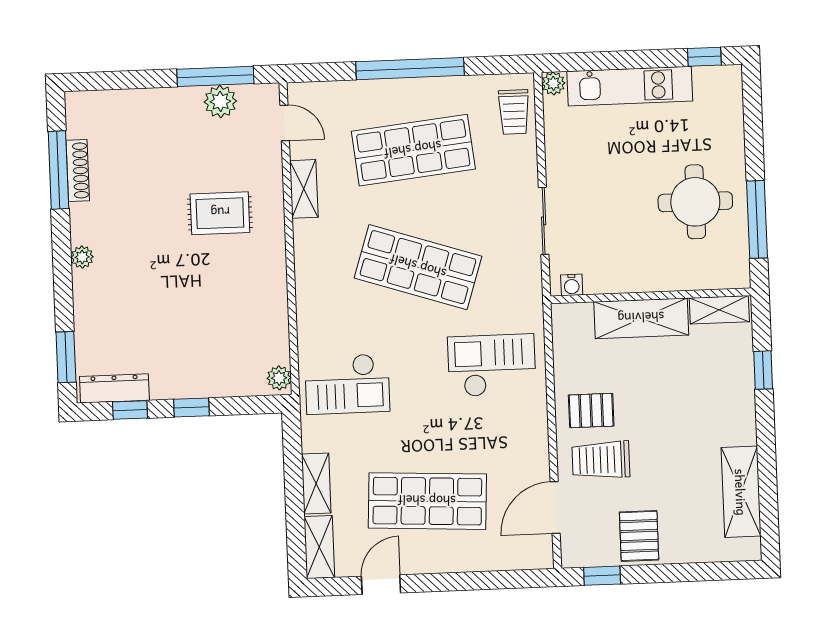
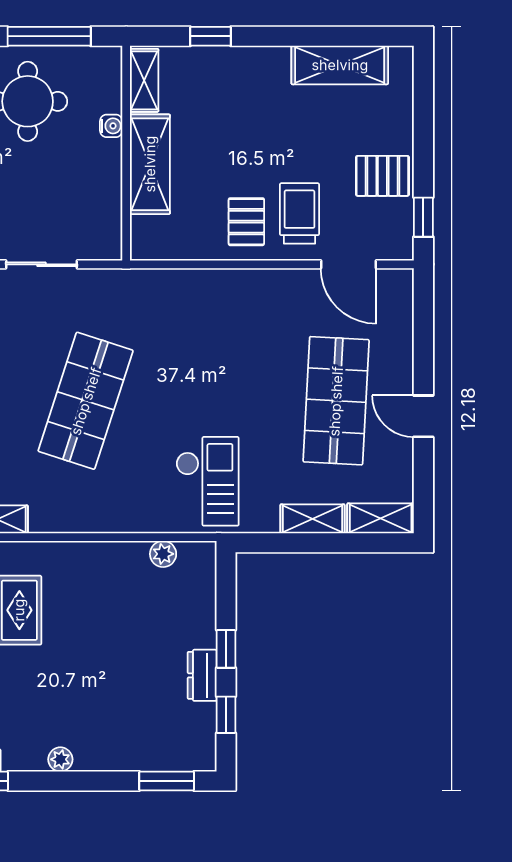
water cooler: (572, 285) -> (111, 126), moved
checkout: (492, 365) -> (194, 326), removed
plant: (279, 378) -> (163, 554), moved
dresser: (114, 388) -> (202, 675), moved, width x0.70
trolley: (601, 460) -> (299, 213), turned 180
door: (381, 585) -> (423, 416), moved

